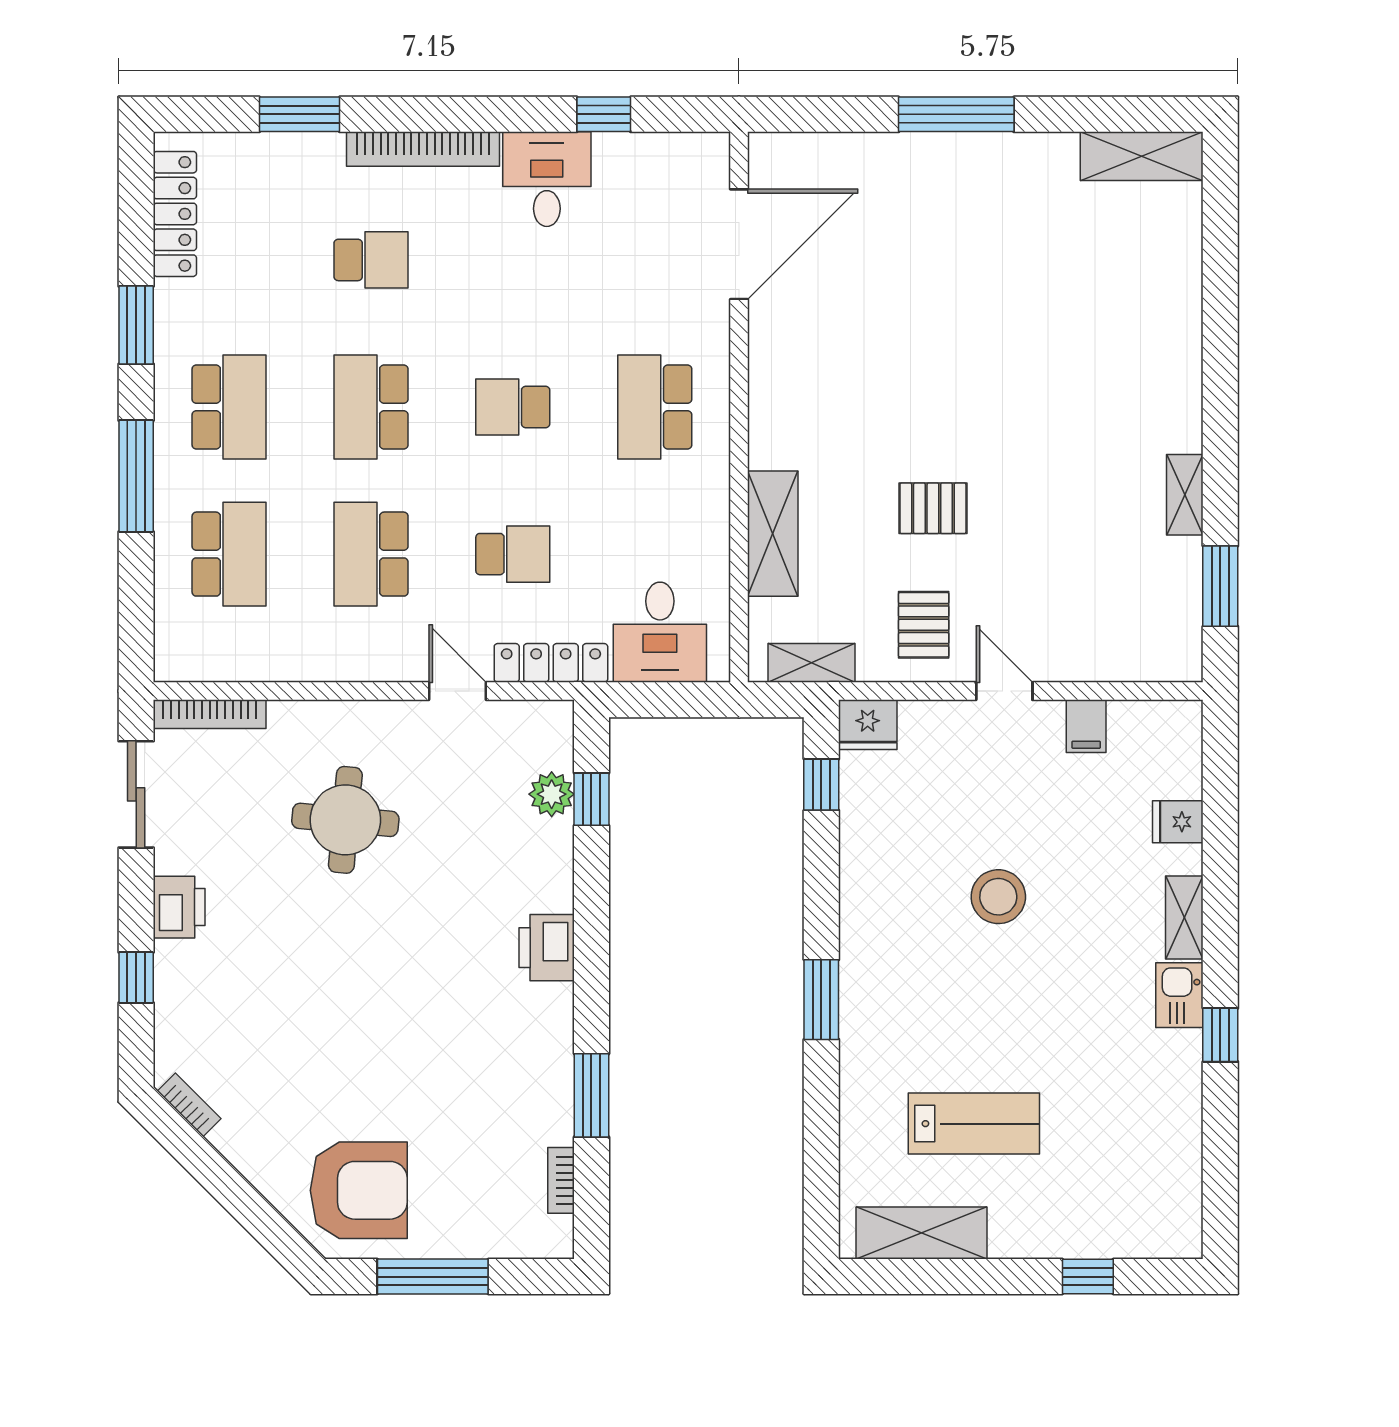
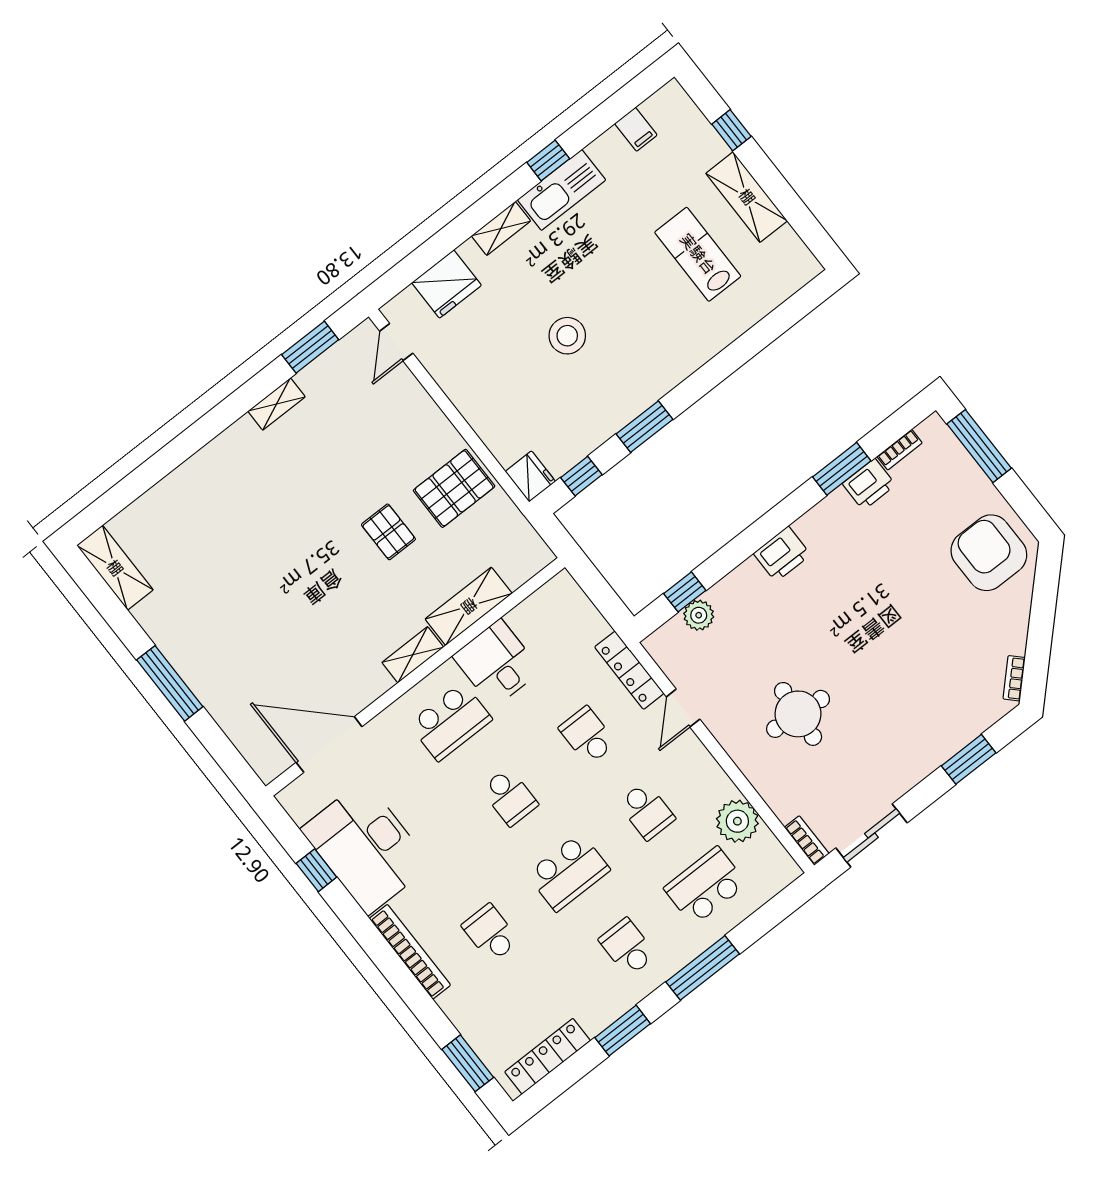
window: (300, 114) -> (468, 1063), moved
desk: (547, 179) -> (366, 847), width x1.87, depth x1.30
school desk: (229, 407) -> (627, 947), width x0.54
school desk: (371, 554) -> (646, 811), width x0.54
pallet: (924, 625) -> (454, 488), width x1.50, depth x1.42
desk: (660, 632) -> (497, 663), moved, turned -90
plant: (276, 651) -> (737, 821), added
shelving: (811, 663) -> (413, 655), moved, turned 90
door: (1004, 691) -> (396, 342), moved
bookcase: (210, 714) -> (807, 841), width x0.64
filing cabinet: (1086, 726) -> (636, 129), moved, turned 90
fridge: (1178, 822) -> (447, 284), width x1.88, depth x1.34
printer: (179, 907) -> (869, 484), moved, turned 180
window: (136, 978) -> (969, 759), width x1.50
kitchen sink: (1179, 995) -> (562, 190), width x1.88, depth x1.24
window: (821, 1000) -> (644, 427), moved
shelving: (921, 1233) -> (747, 197), moved
window: (433, 1277) -> (979, 446), moved

